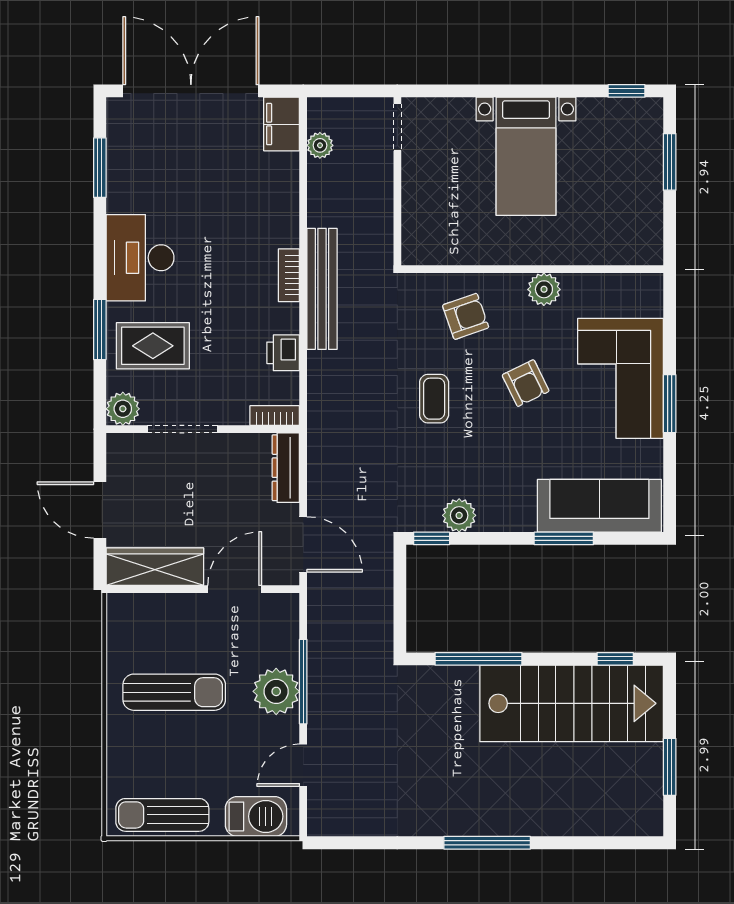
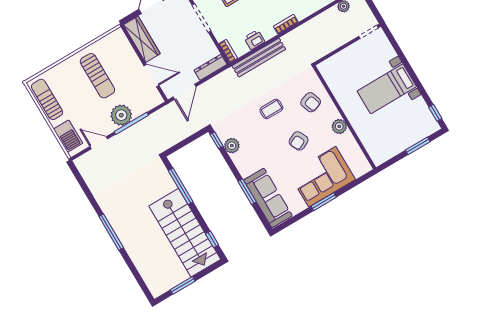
bench: (322, 289) -> (259, 58), moved

